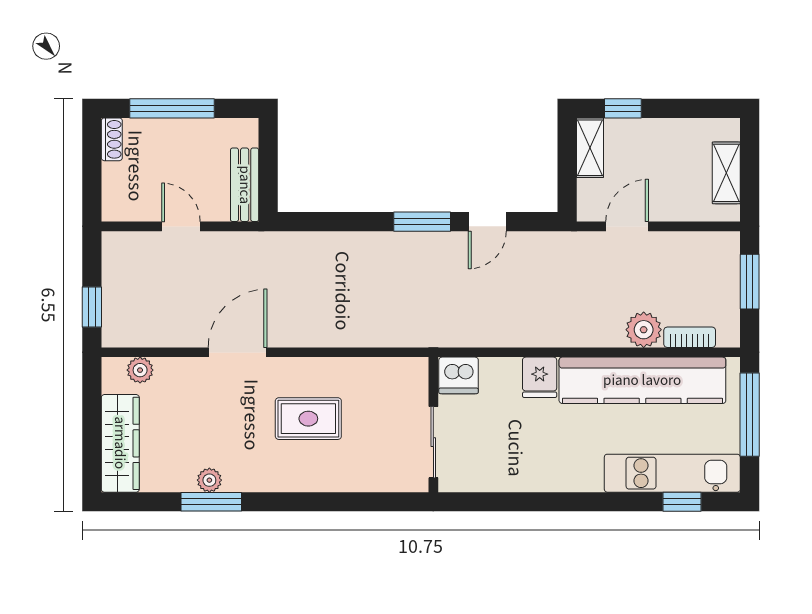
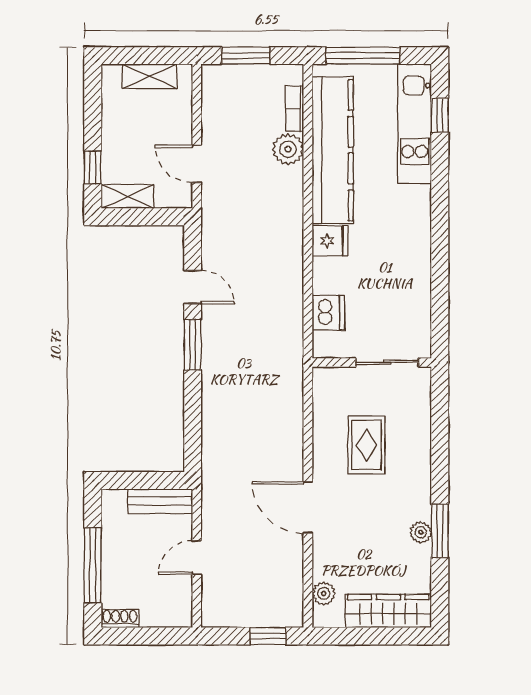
wall: (433, 425) -> (372, 362), moved
sliding door: (433, 442) -> (387, 362), moved

